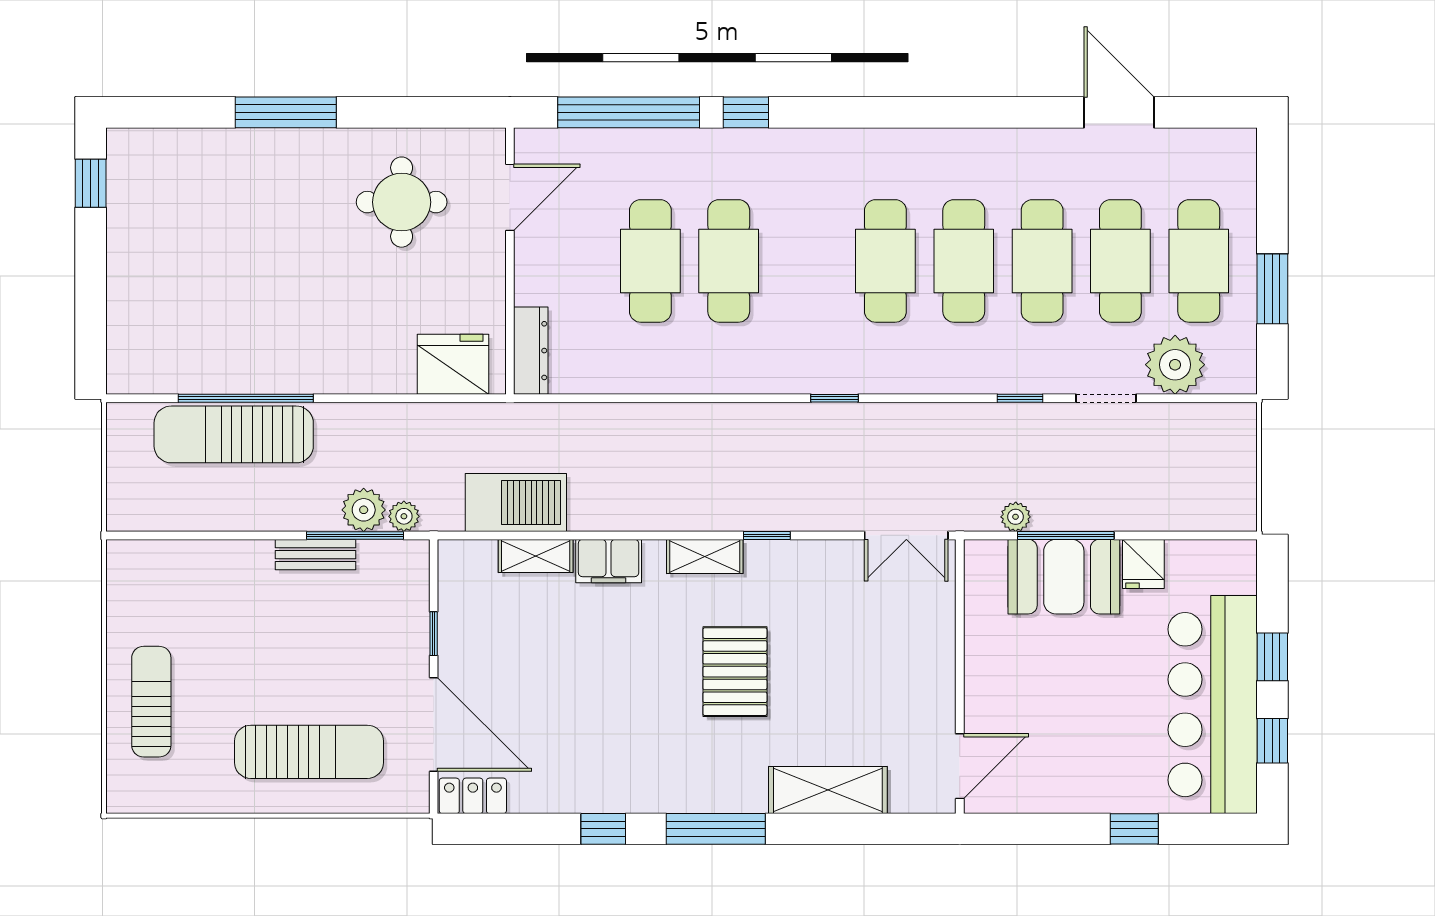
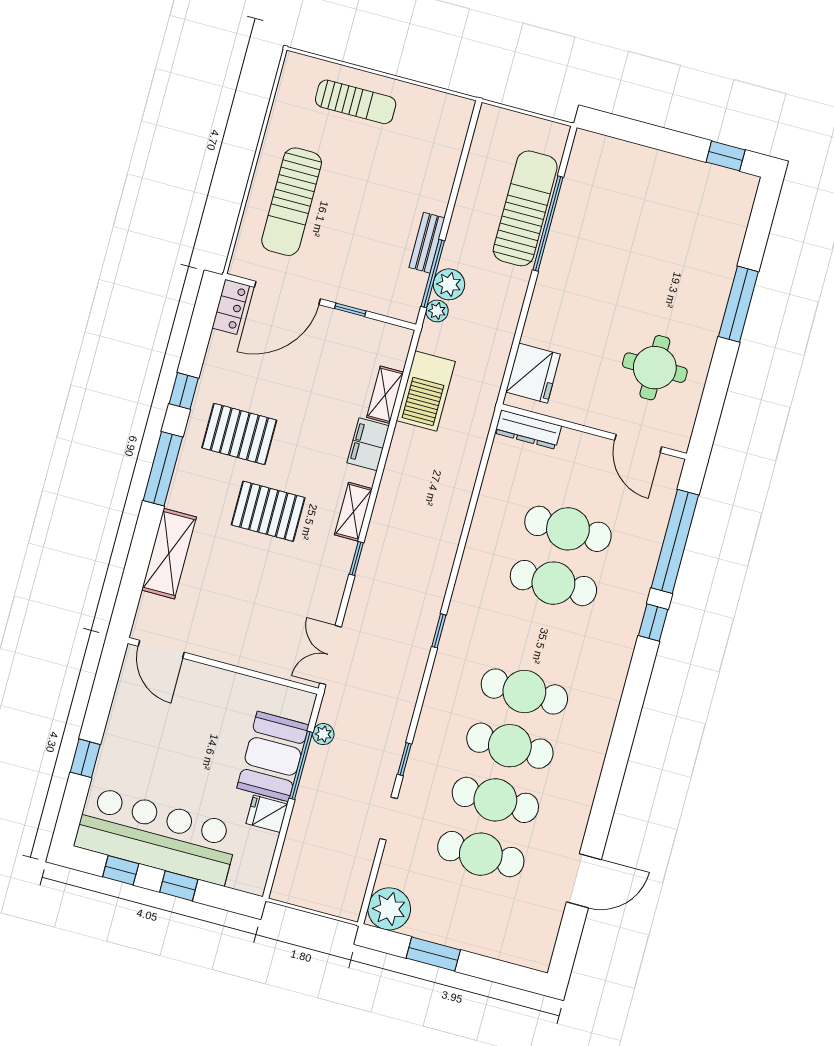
cafe table: (1199, 261) -> (466, 908), removed
plant: (1175, 365) -> (389, 909), moved
pallet: (641, 738) -> (239, 434), added

